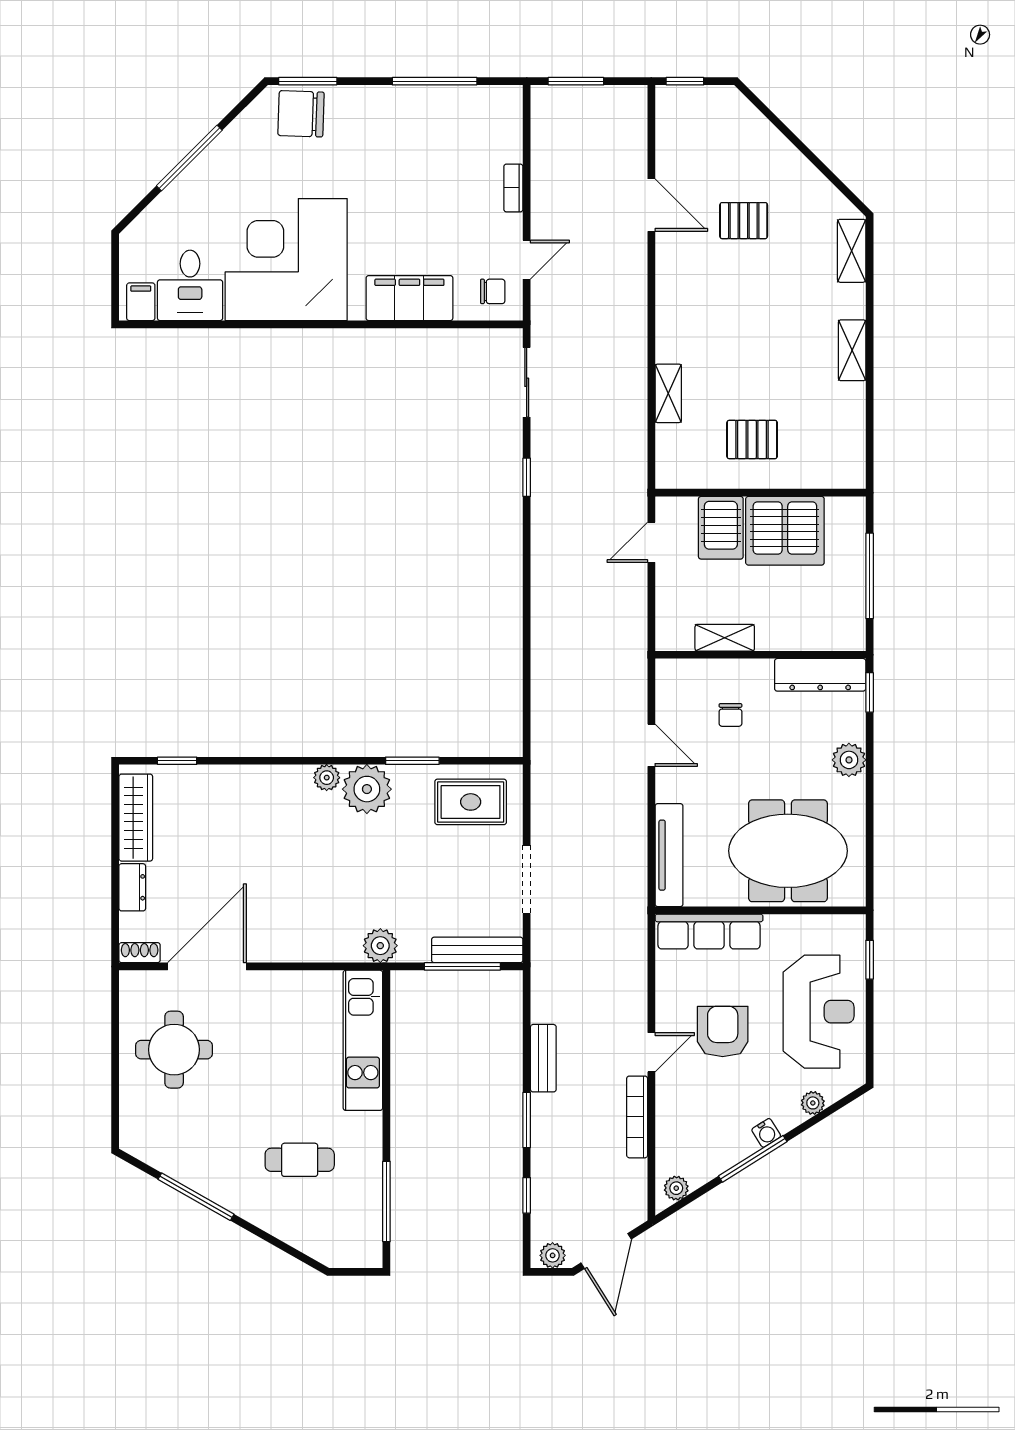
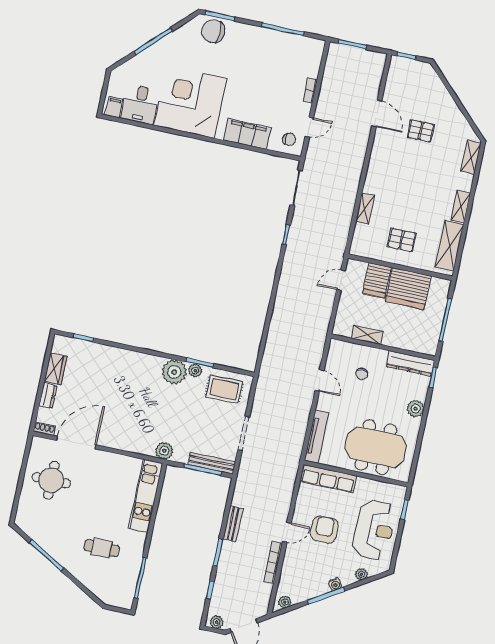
shelving: (847, 431) -> (449, 246), added
plant: (327, 778) -> (195, 371), moved
wardrobe: (136, 818) -> (55, 369), width x0.67

